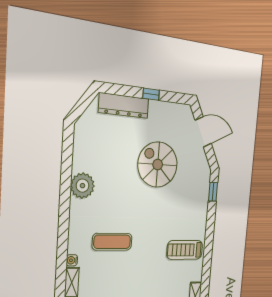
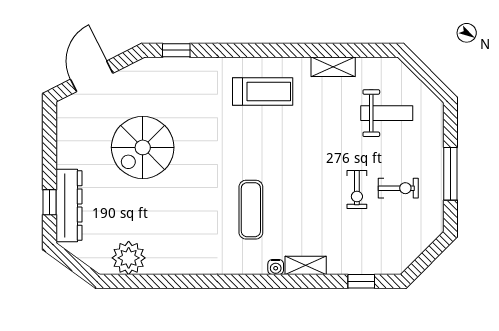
window: (151, 94) -> (49, 202), moved
plant: (82, 186) -> (129, 258), moved
treadmill: (185, 250) -> (263, 92), turned -90

